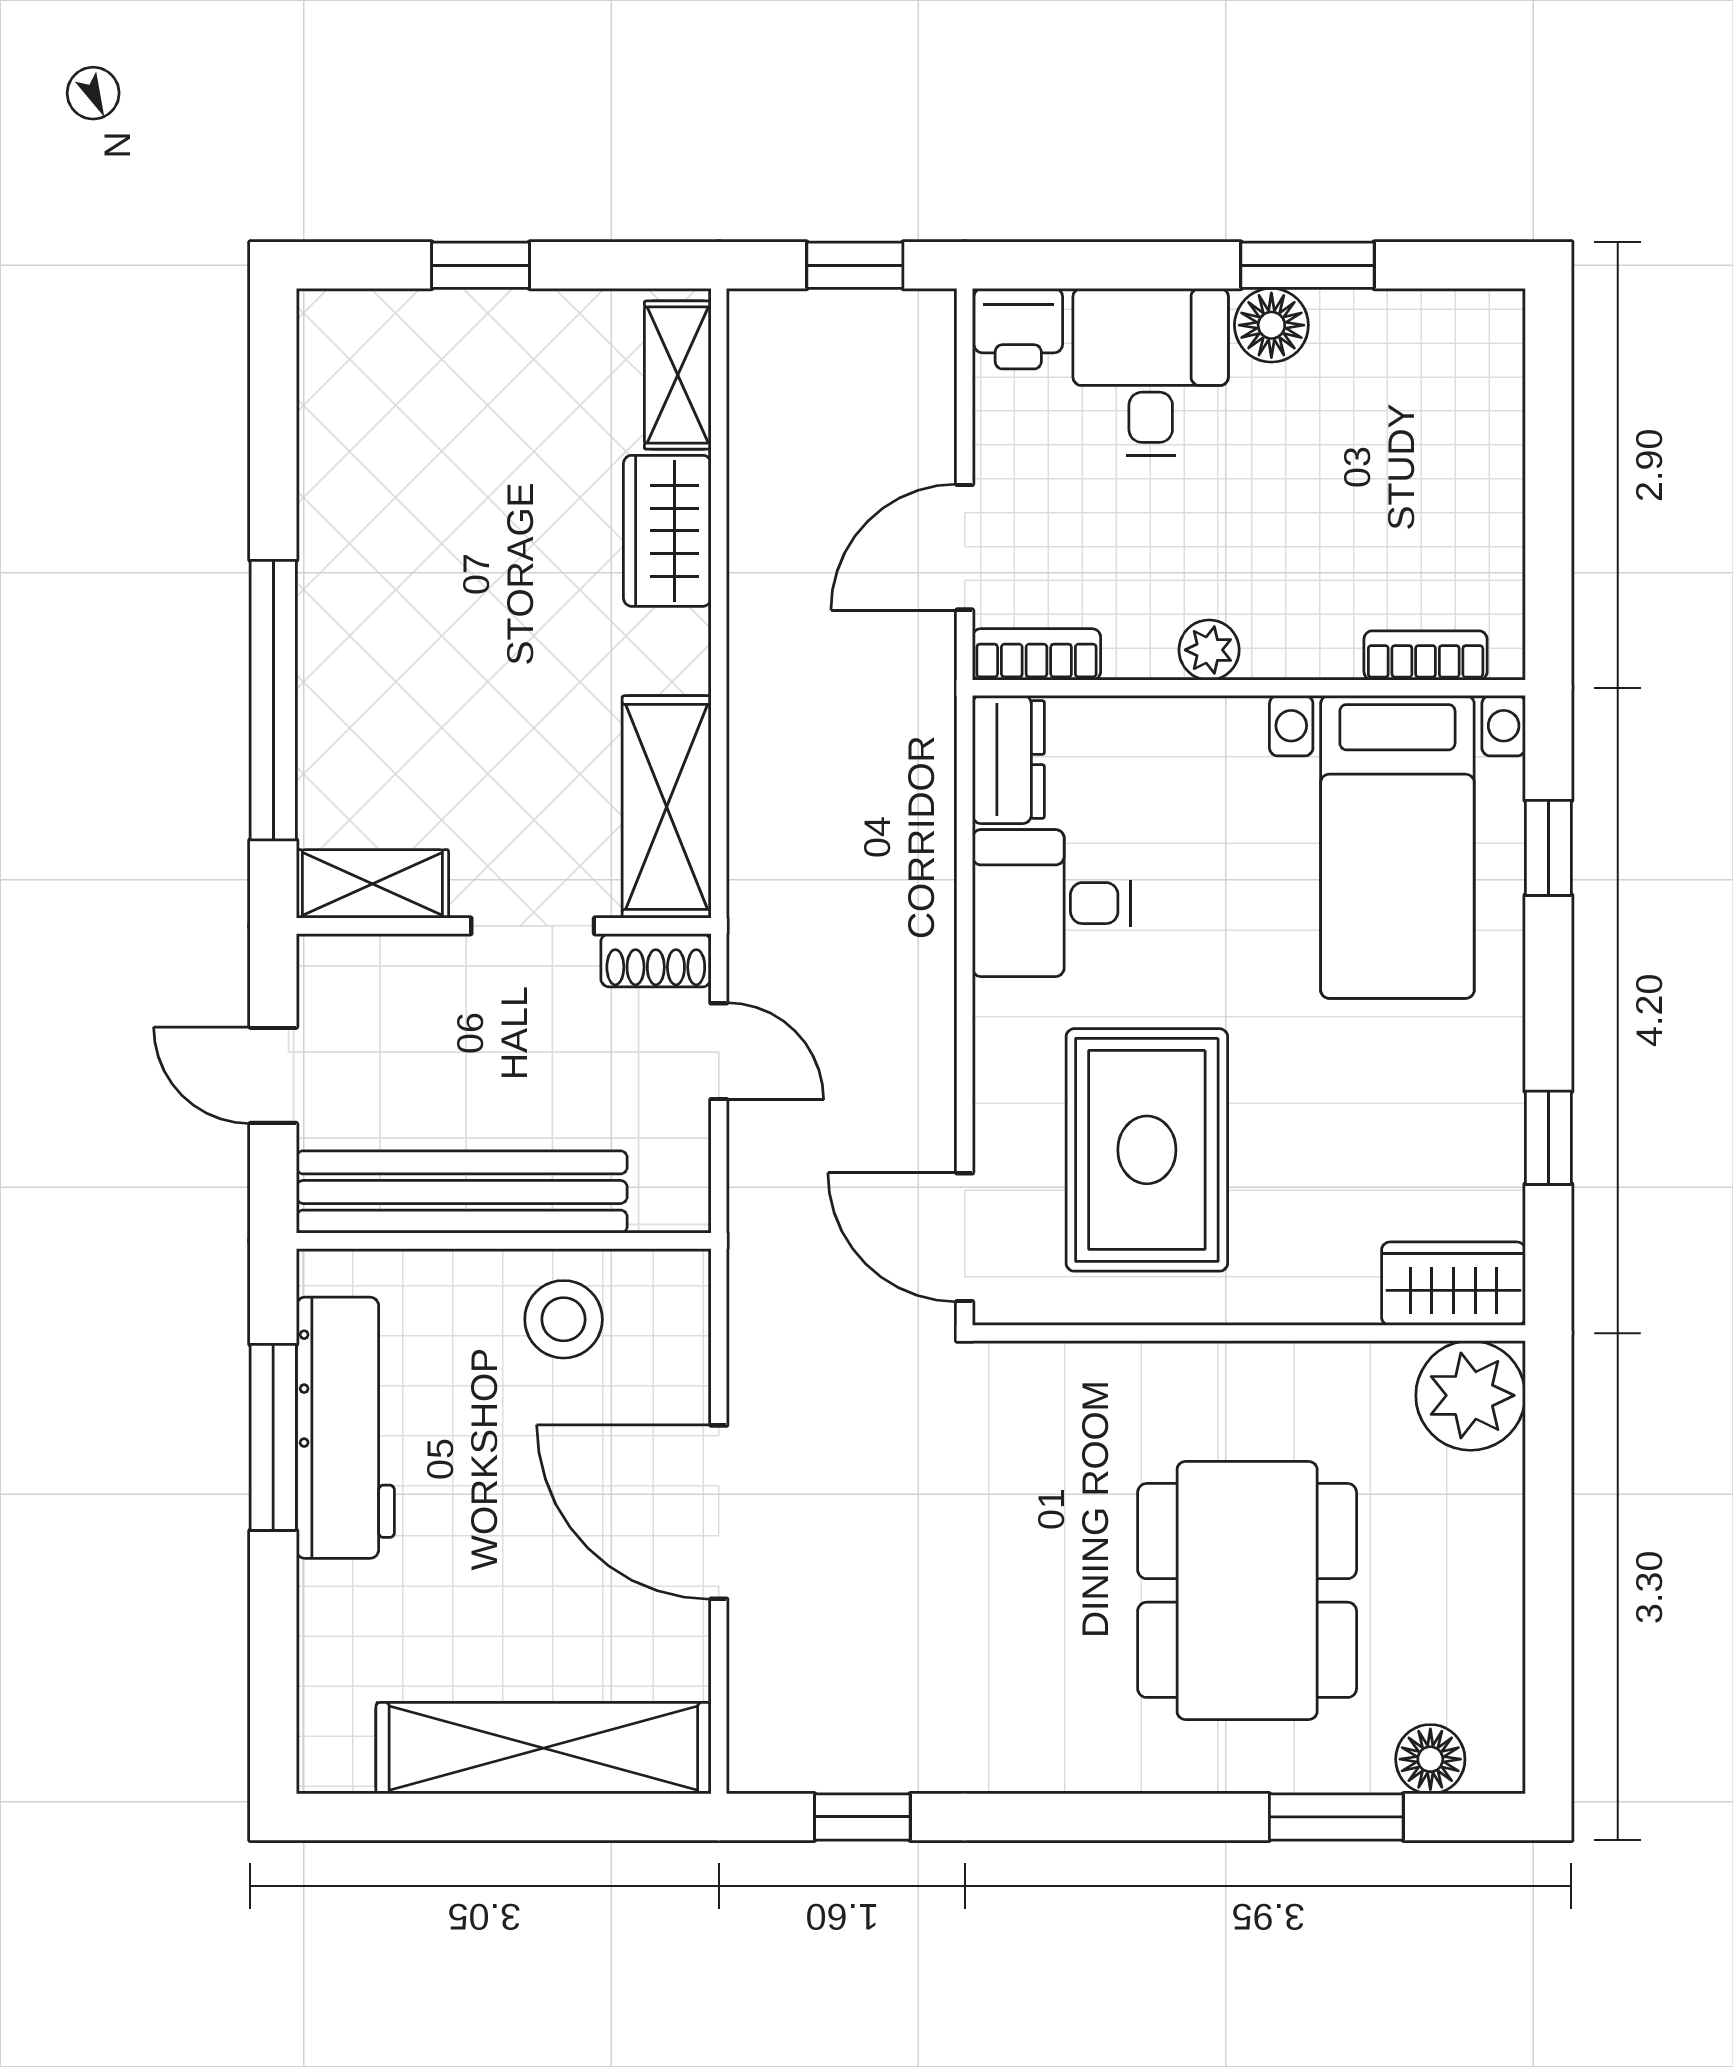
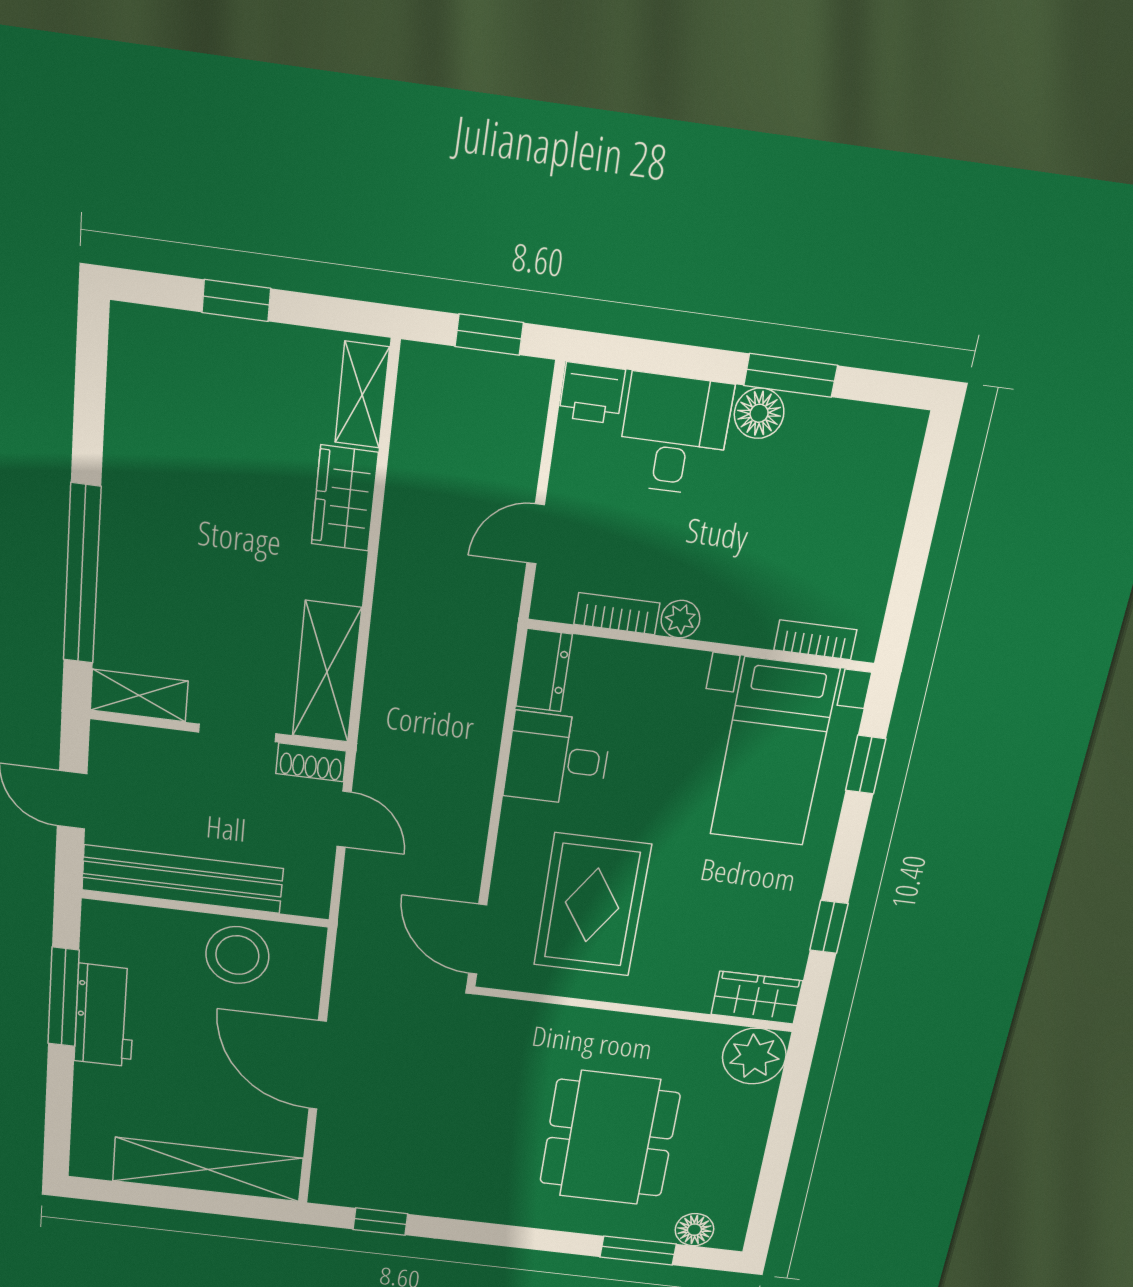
door: (965, 547) -> (536, 534), width x0.73
bookcase: (1036, 654) -> (617, 614), moved
stool: (564, 1319) -> (237, 955), width x1.38, depth x1.38
workbench: (345, 1428) -> (105, 1015), width x0.73

